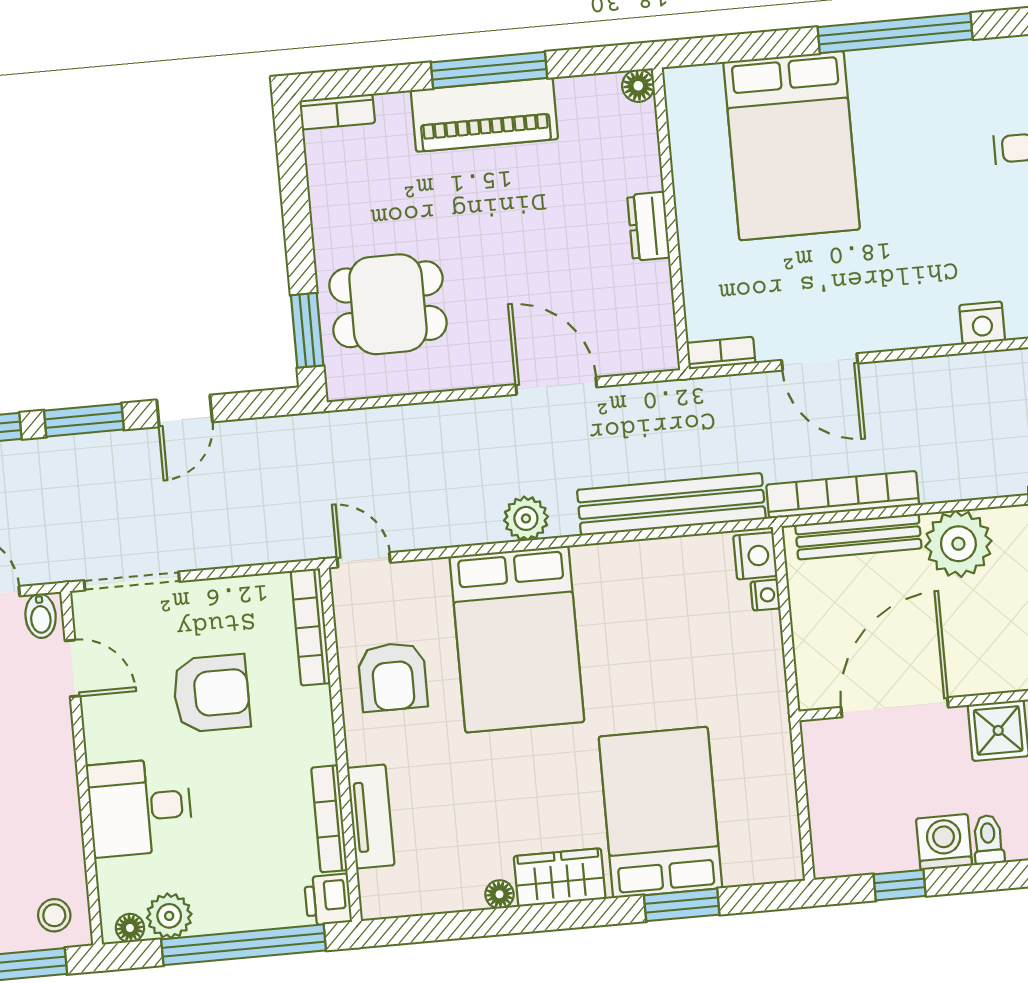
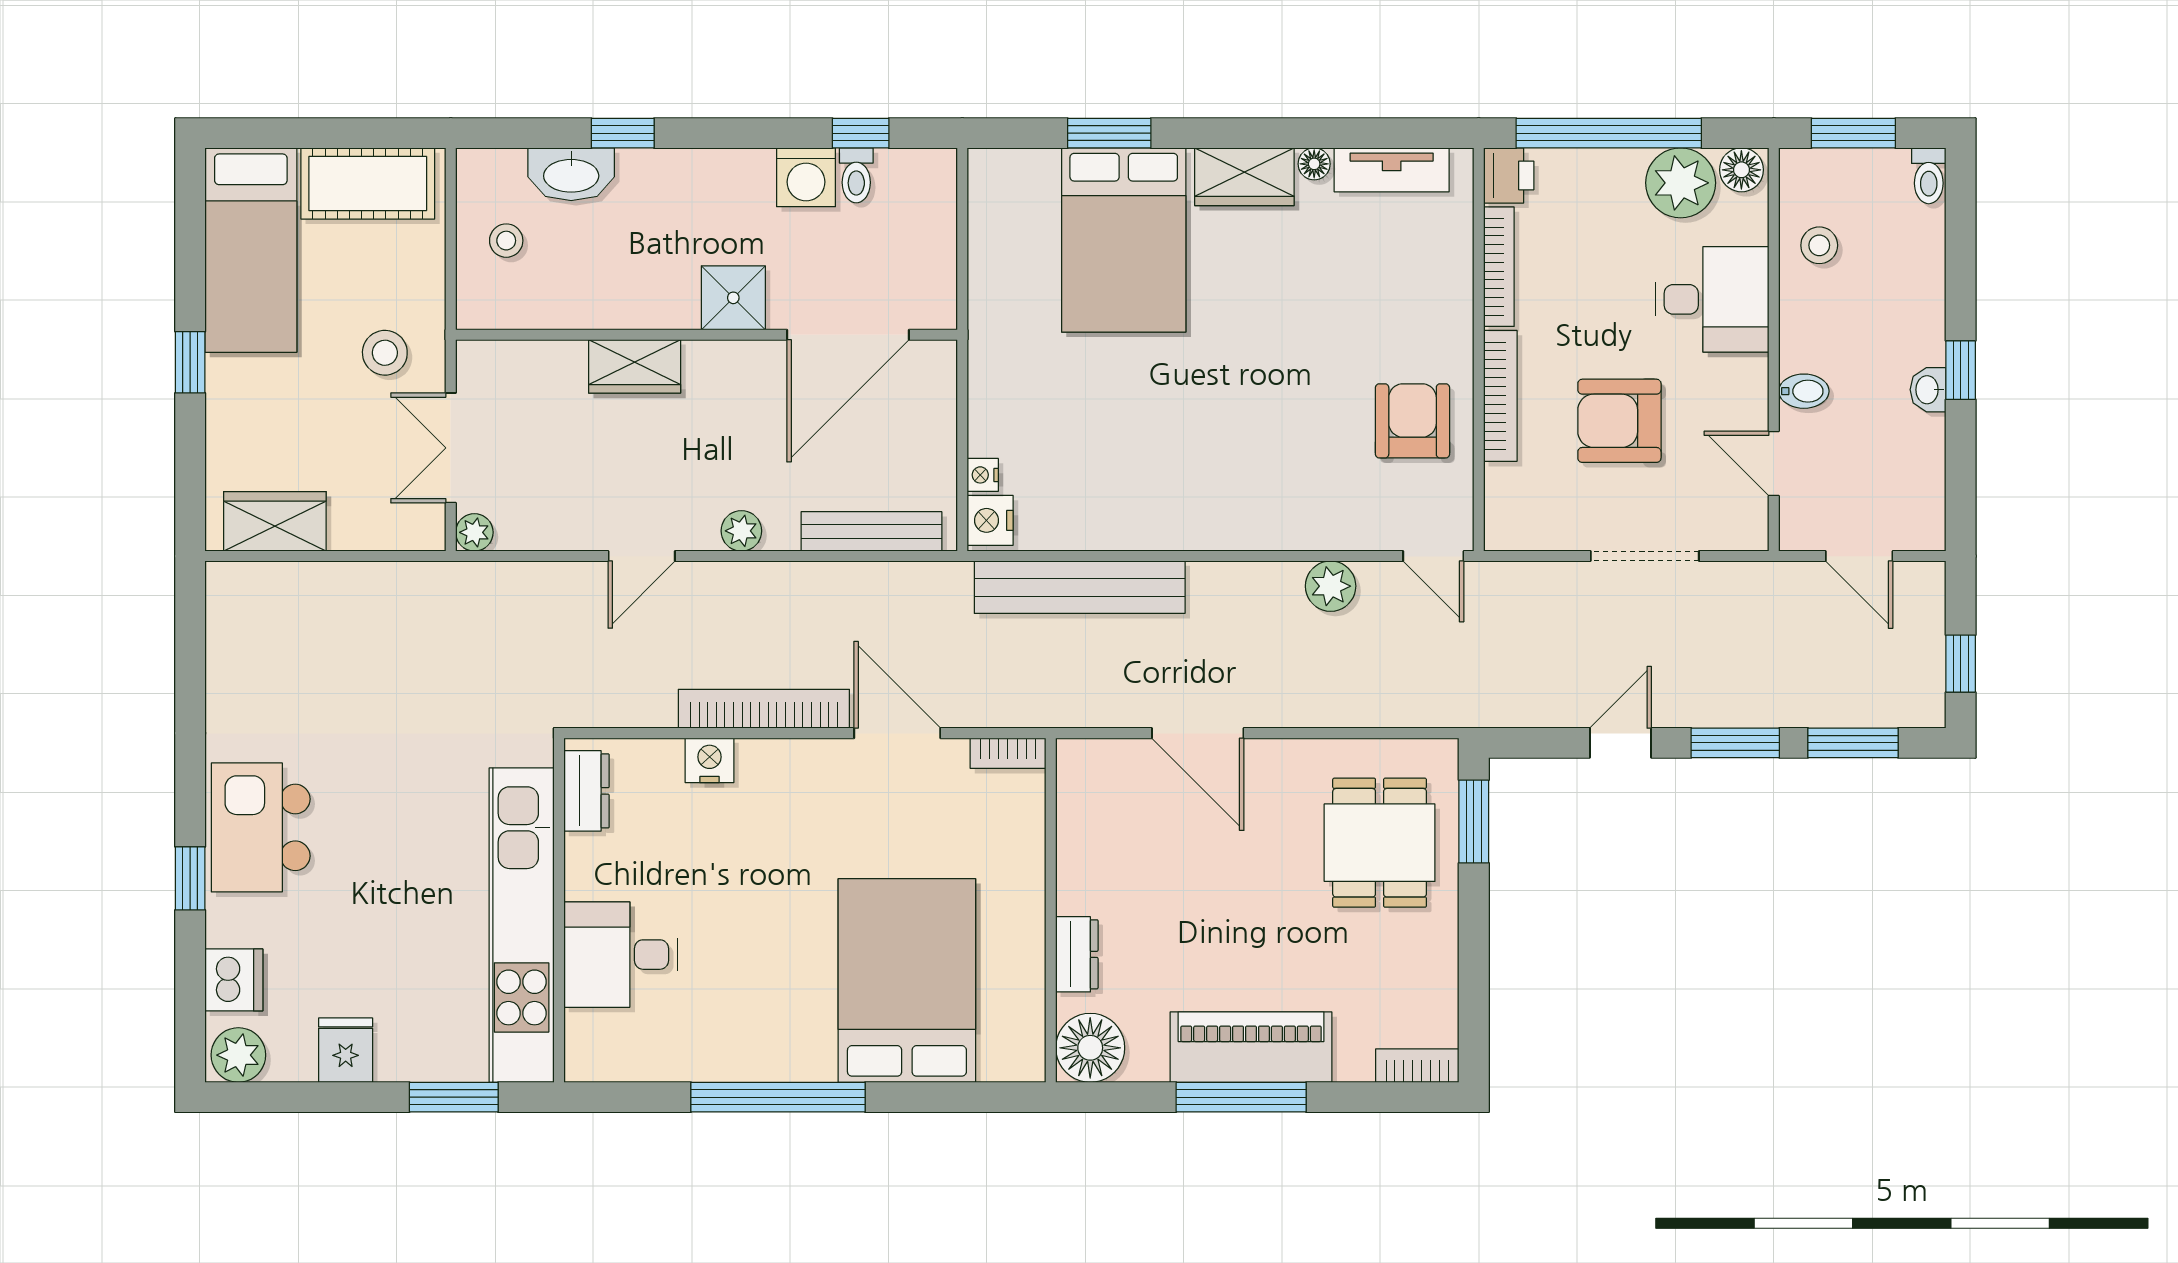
floor lamp: (638, 86) -> (1090, 1048), width x1.89, depth x1.89
dresser: (649, 226) -> (1077, 954), moved
dining table: (388, 304) -> (1380, 843), turned 90
bookcase: (843, 495) -> (764, 709), moved, turned 180
plant: (526, 518) -> (1331, 586), moved
plant: (958, 544) -> (741, 531), width x0.53, depth x0.53
doorway: (132, 581) -> (1645, 556), moved
bidet: (41, 616) -> (1804, 391), moved, turned 90
bookcase: (311, 627) -> (1500, 396), moved
bed: (517, 639) -> (1268, 451), removed
tv unit: (371, 817) -> (1392, 170), moved, turned -90
toilet: (988, 840) -> (856, 175), moved
stool: (54, 915) -> (1819, 245), moved
plant: (169, 916) -> (1681, 183), width x1.36, depth x1.36
floor lamp: (130, 928) -> (1741, 170), width x1.37, depth x1.37

